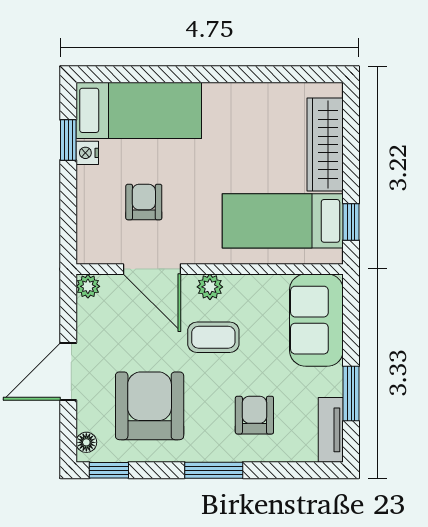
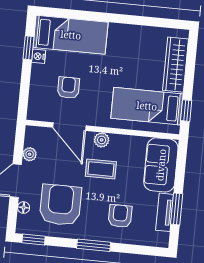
plant: (88, 286) -> (30, 154), moved
tv unit: (331, 430) -> (165, 212), moved
floor lamp: (86, 442) -> (24, 208), moved

